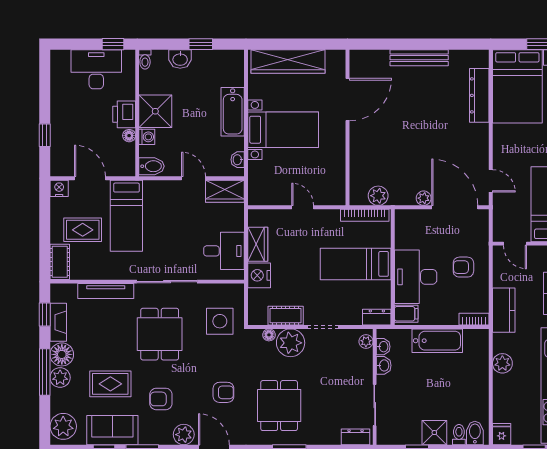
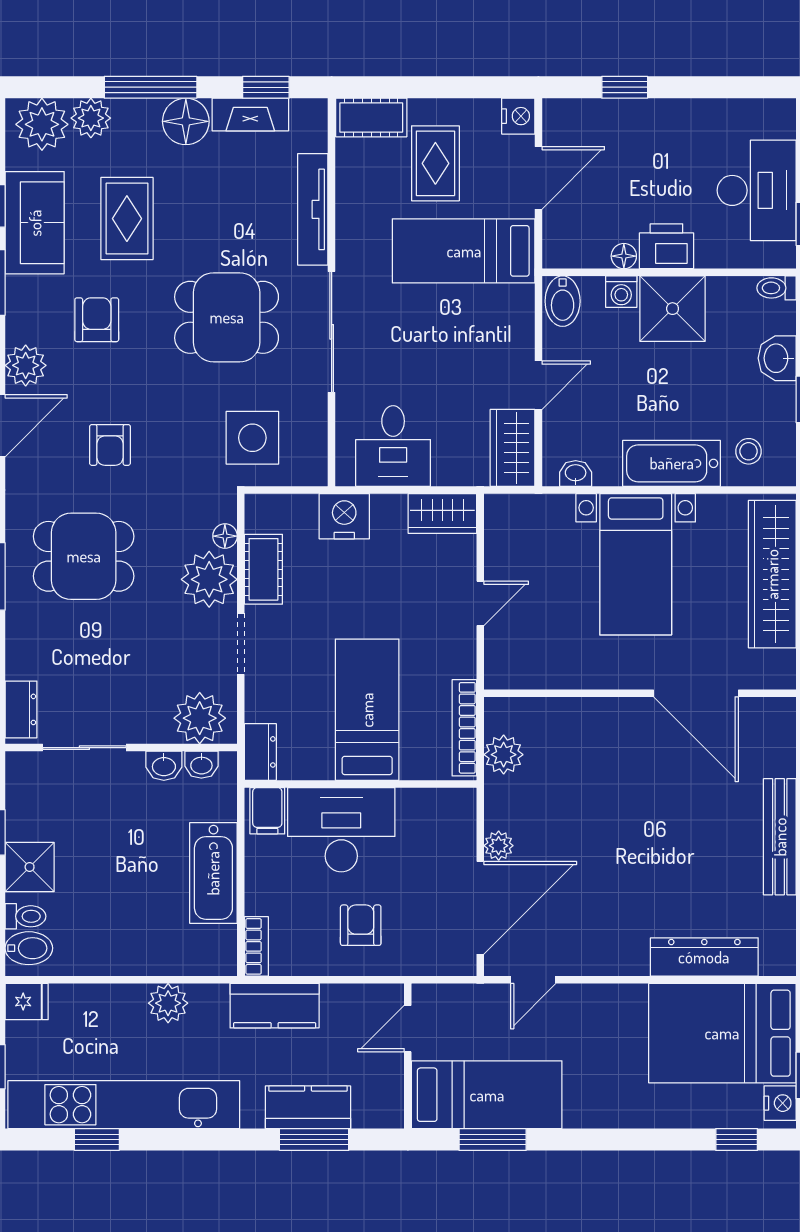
stool: (227, 73) -> (749, 451), added
wardrobe: (258, 244) -> (442, 514), moved
plant: (366, 342) -> (200, 718), width x1.87, depth x1.87
plant: (60, 378) -> (91, 118), moved

